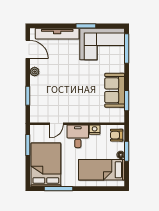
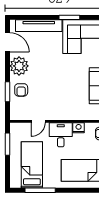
plant: (35, 72) -> (19, 66), width x1.88, depth x1.88
armchair: (41, 94) -> (21, 90), added
bed: (46, 165) -> (32, 165), width x0.67

